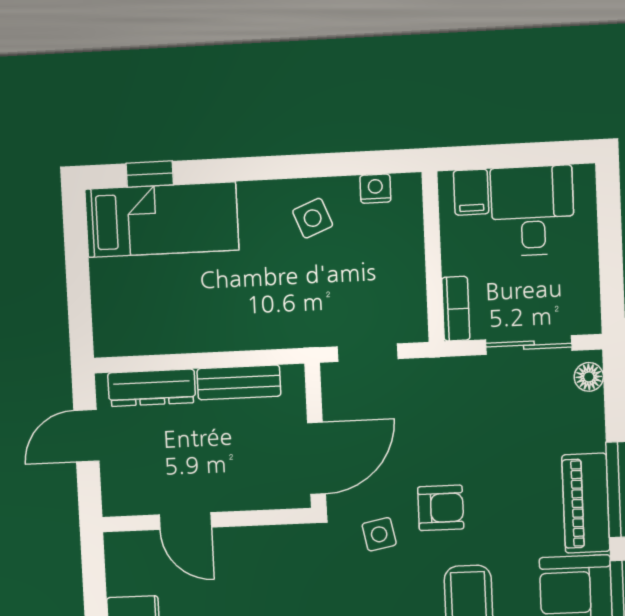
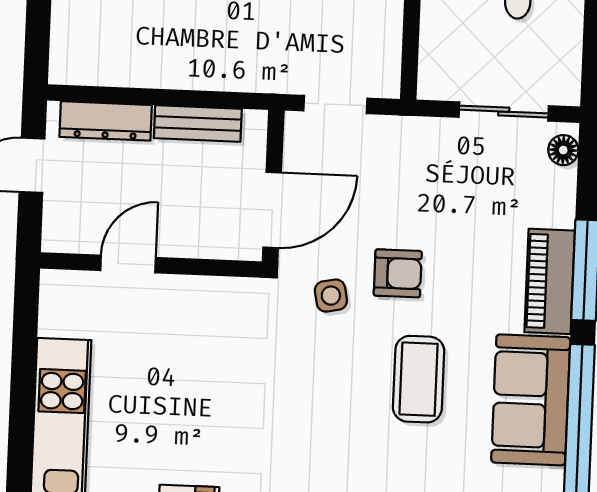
bookcase: (456, 309) -> (431, 67), removed
door: (185, 521) -> (128, 264), swing flipped

